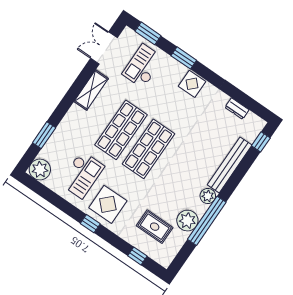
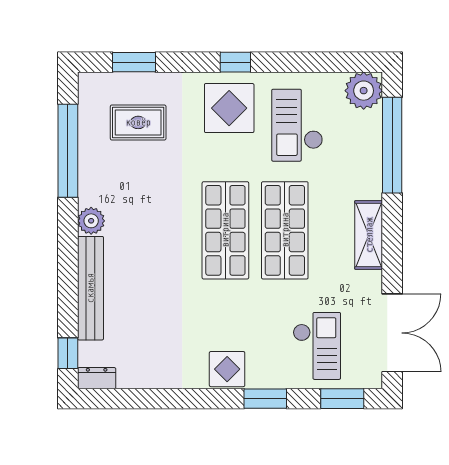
double door: (104, 48) -> (392, 333), width x1.37
shelving: (91, 90) -> (369, 235), moved
dresser: (237, 109) -> (97, 378), moved
window: (44, 135) -> (392, 145), width x2.11
plant: (187, 221) -> (96, 164), removed
window: (207, 221) -> (68, 151), moved
window: (137, 256) -> (134, 62), width x1.50

